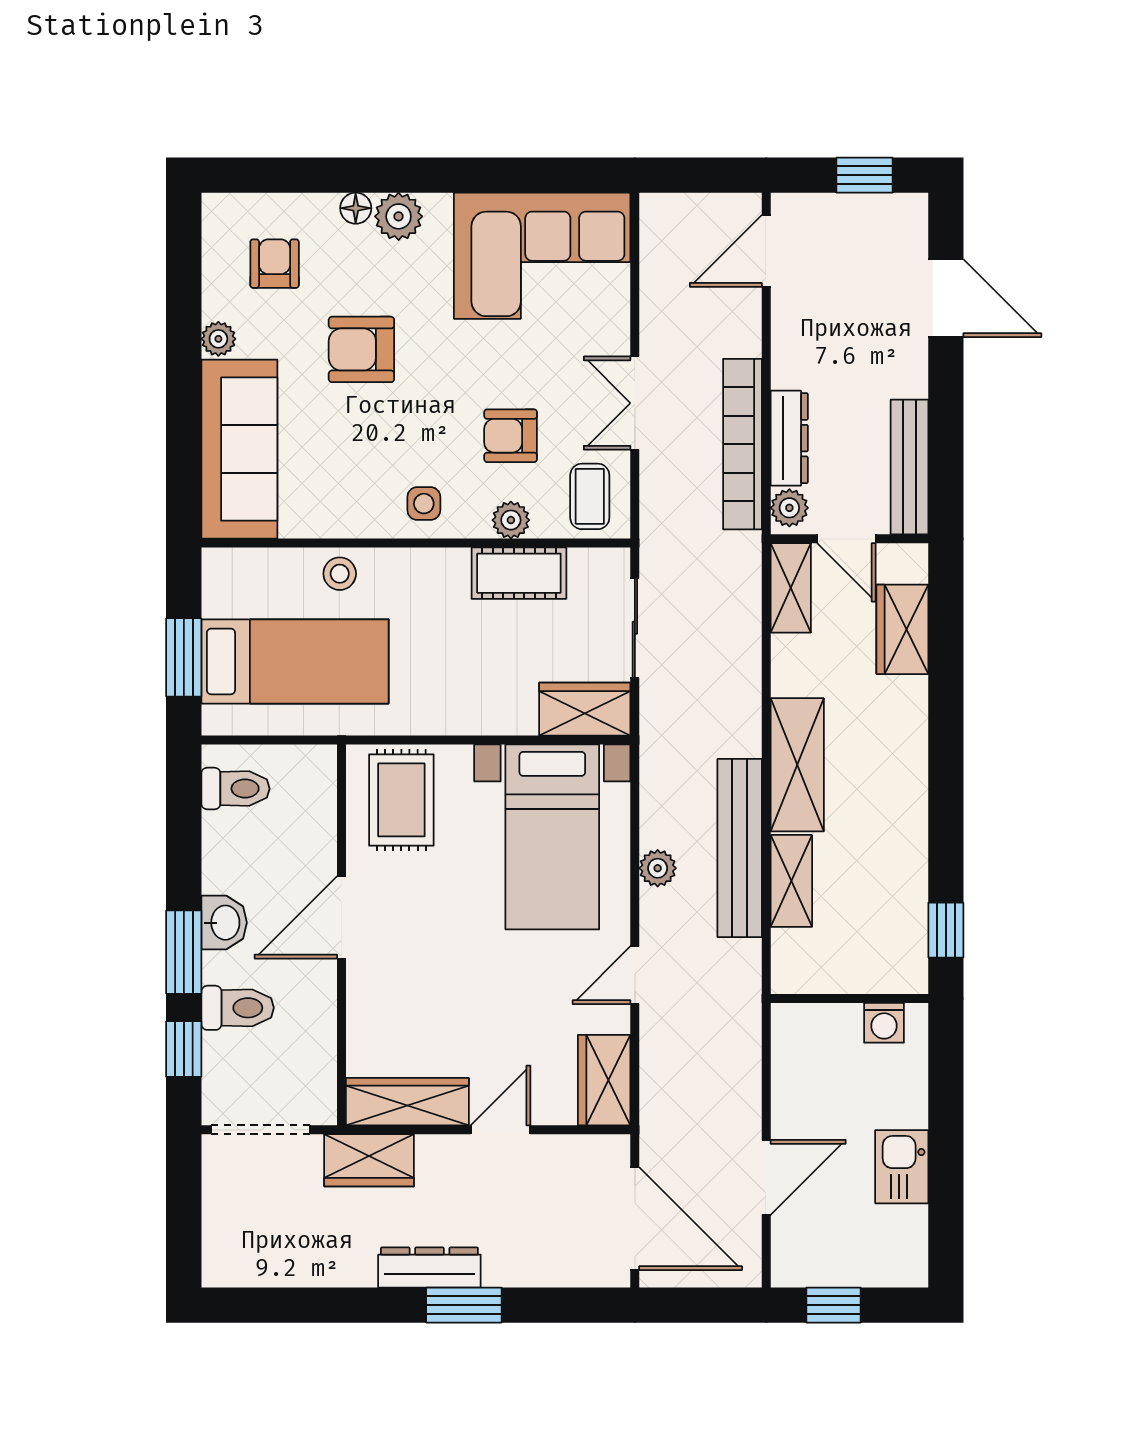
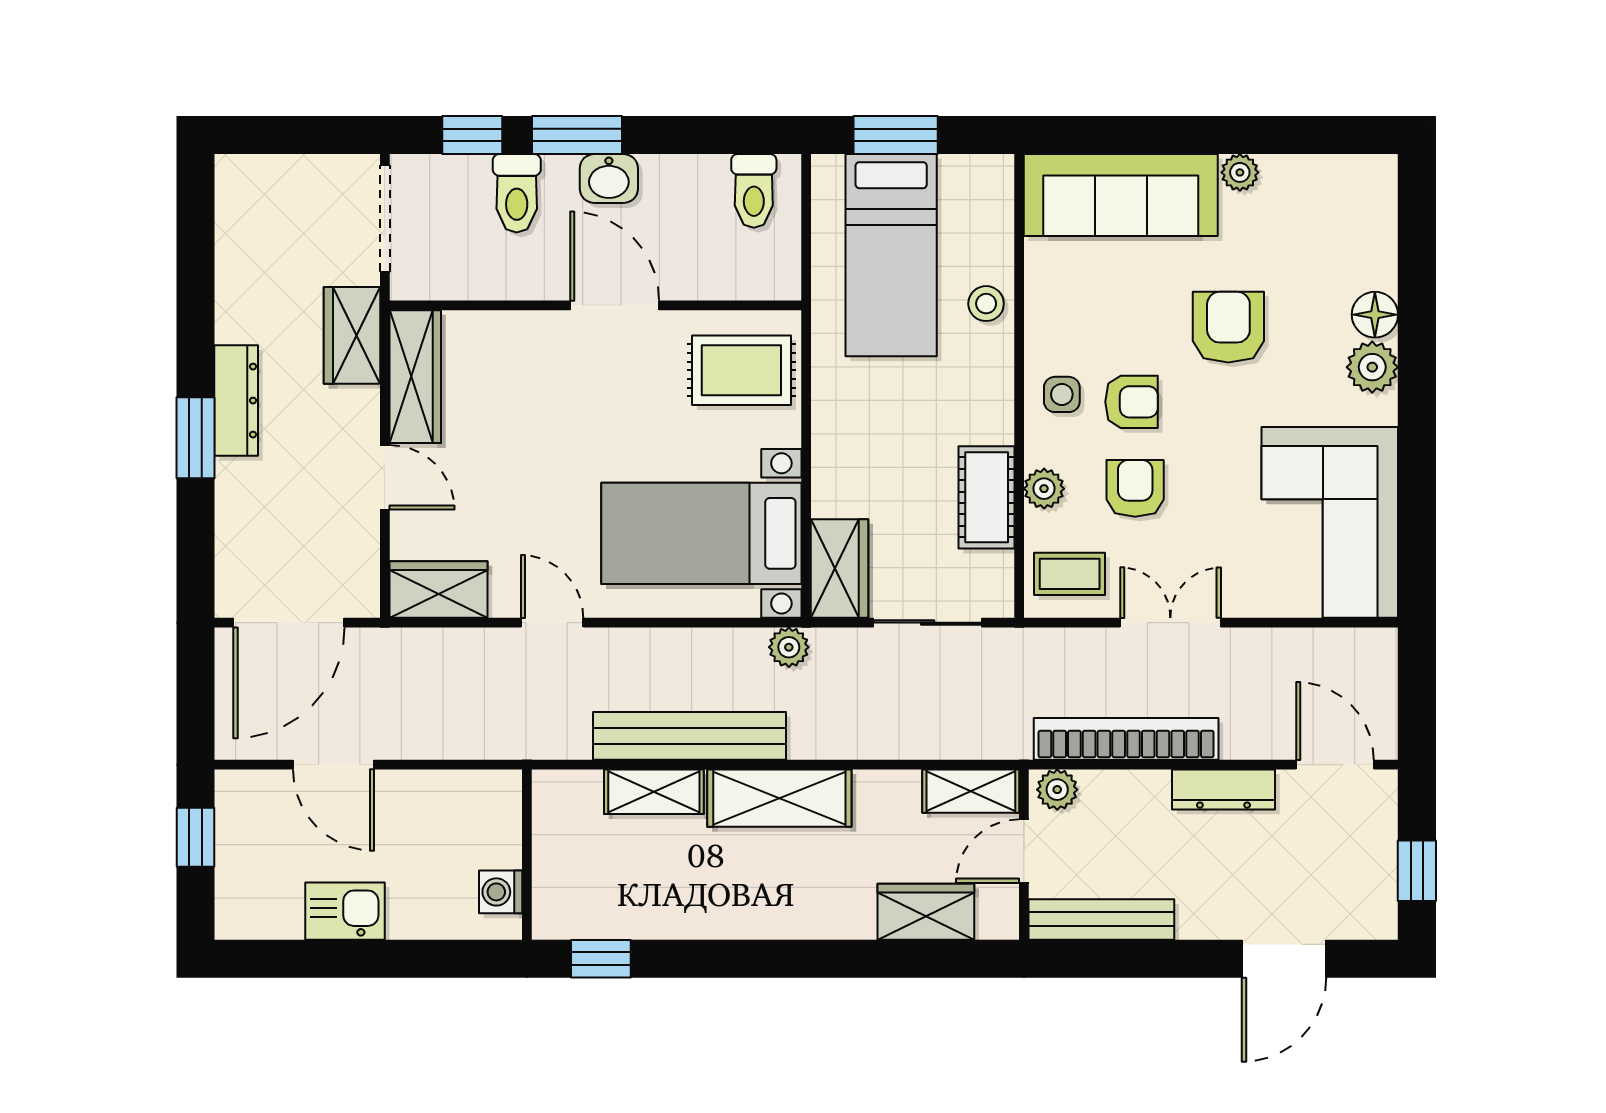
floor lamp: (356, 208) -> (1375, 315), width x1.37, depth x1.37
armchair: (275, 264) -> (1131, 402), moved
dresser: (789, 438) -> (1223, 789), moved
plant: (658, 868) -> (789, 647), moved

